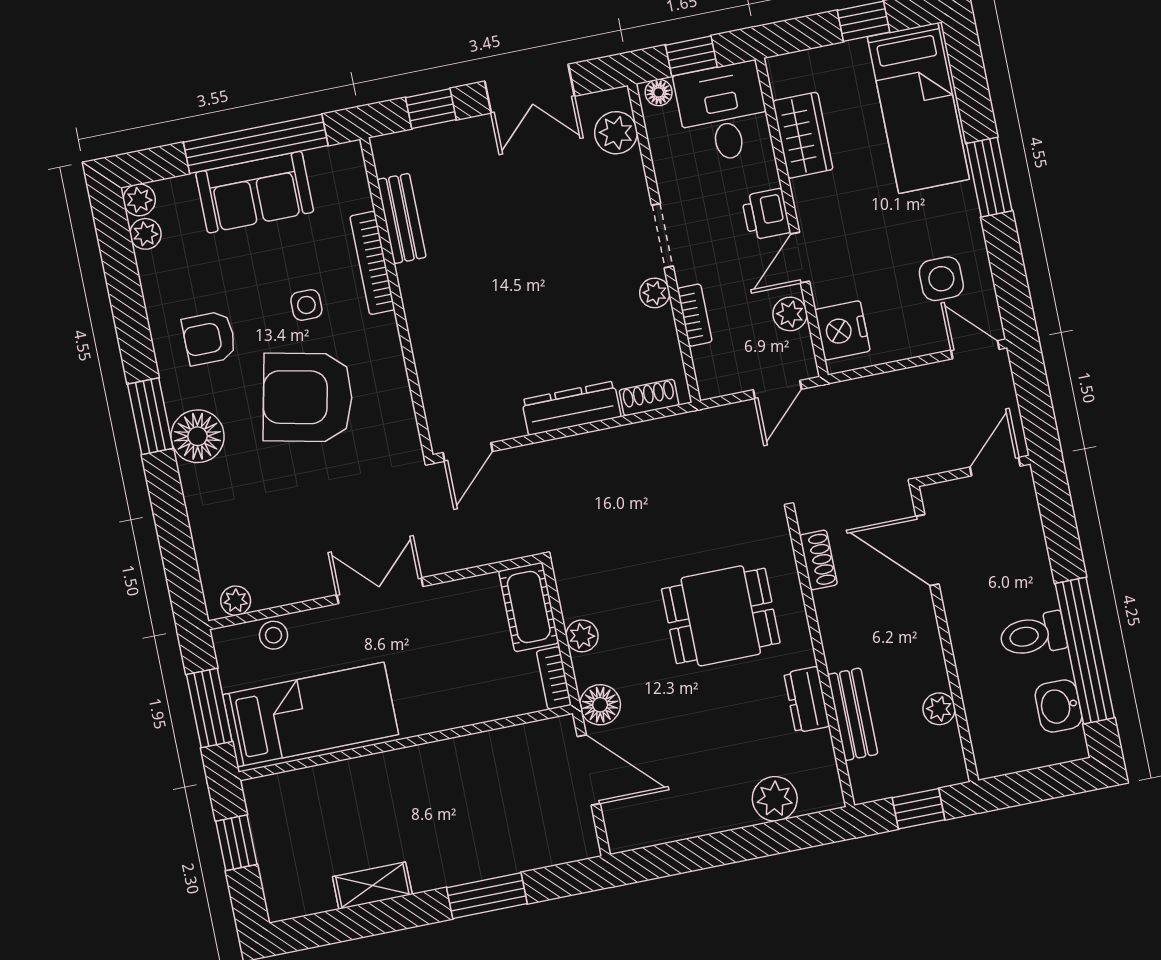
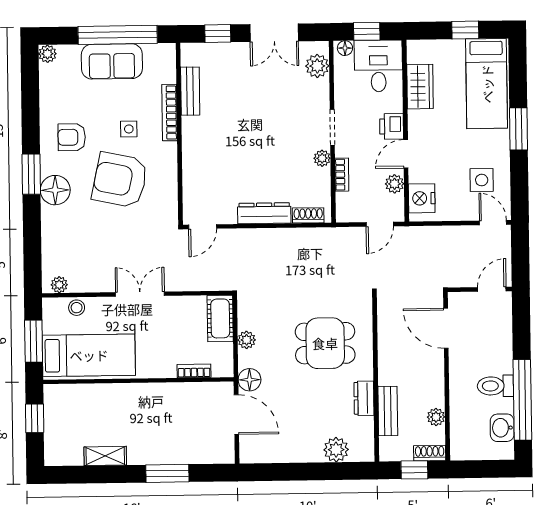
plant: (145, 234) -> (47, 73), removed
shoe rack: (818, 560) -> (430, 453), moved, turned -90
bookcase: (554, 678) -> (194, 371), moved, turned 90

